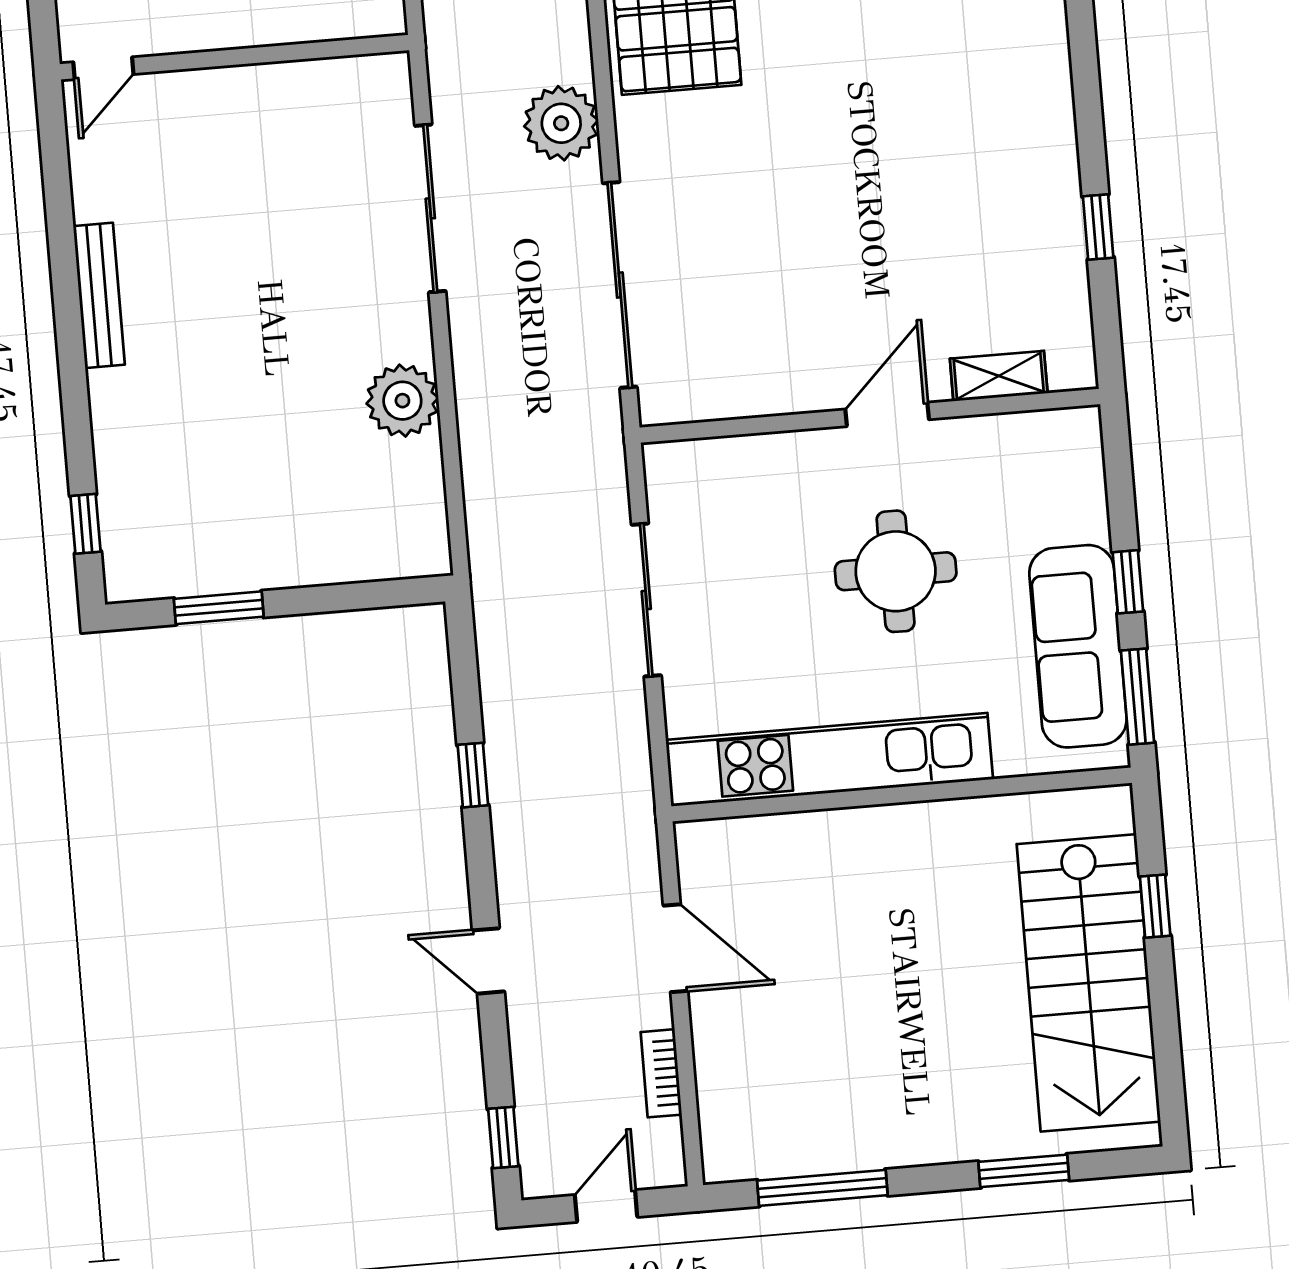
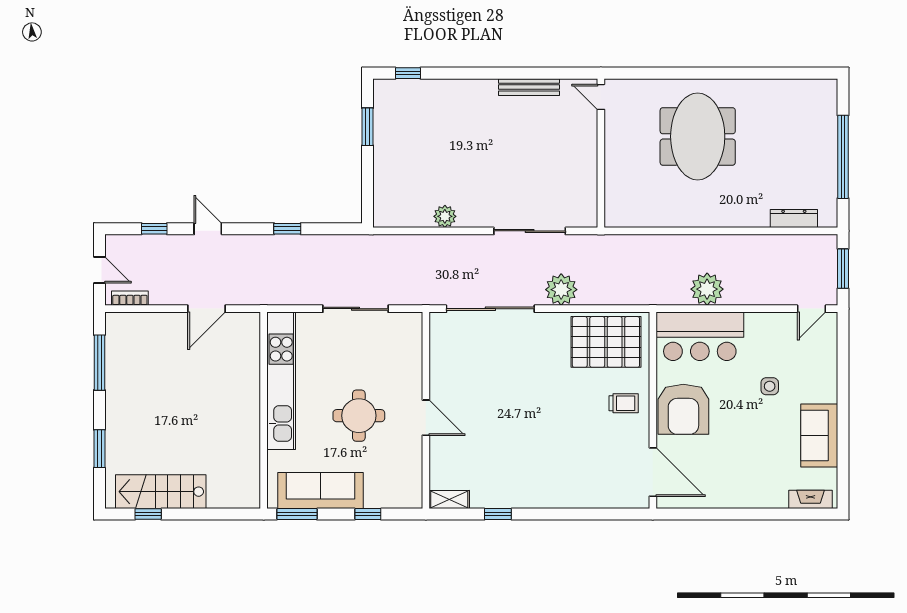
bench: (99, 295) -> (529, 87), moved
shelving: (999, 376) -> (449, 500), moved, turned 90
plant: (402, 401) -> (445, 216), width x0.73, depth x0.73
window: (1128, 582) -> (368, 514), moved
window: (1155, 906) -> (148, 514), moved
door: (488, 961) -> (208, 229), hinge flipped
stairs: (1089, 983) -> (161, 492), width x0.73, depth x0.66
bookcase: (661, 1073) -> (130, 298), moved
window: (503, 1137) -> (154, 229), moved

